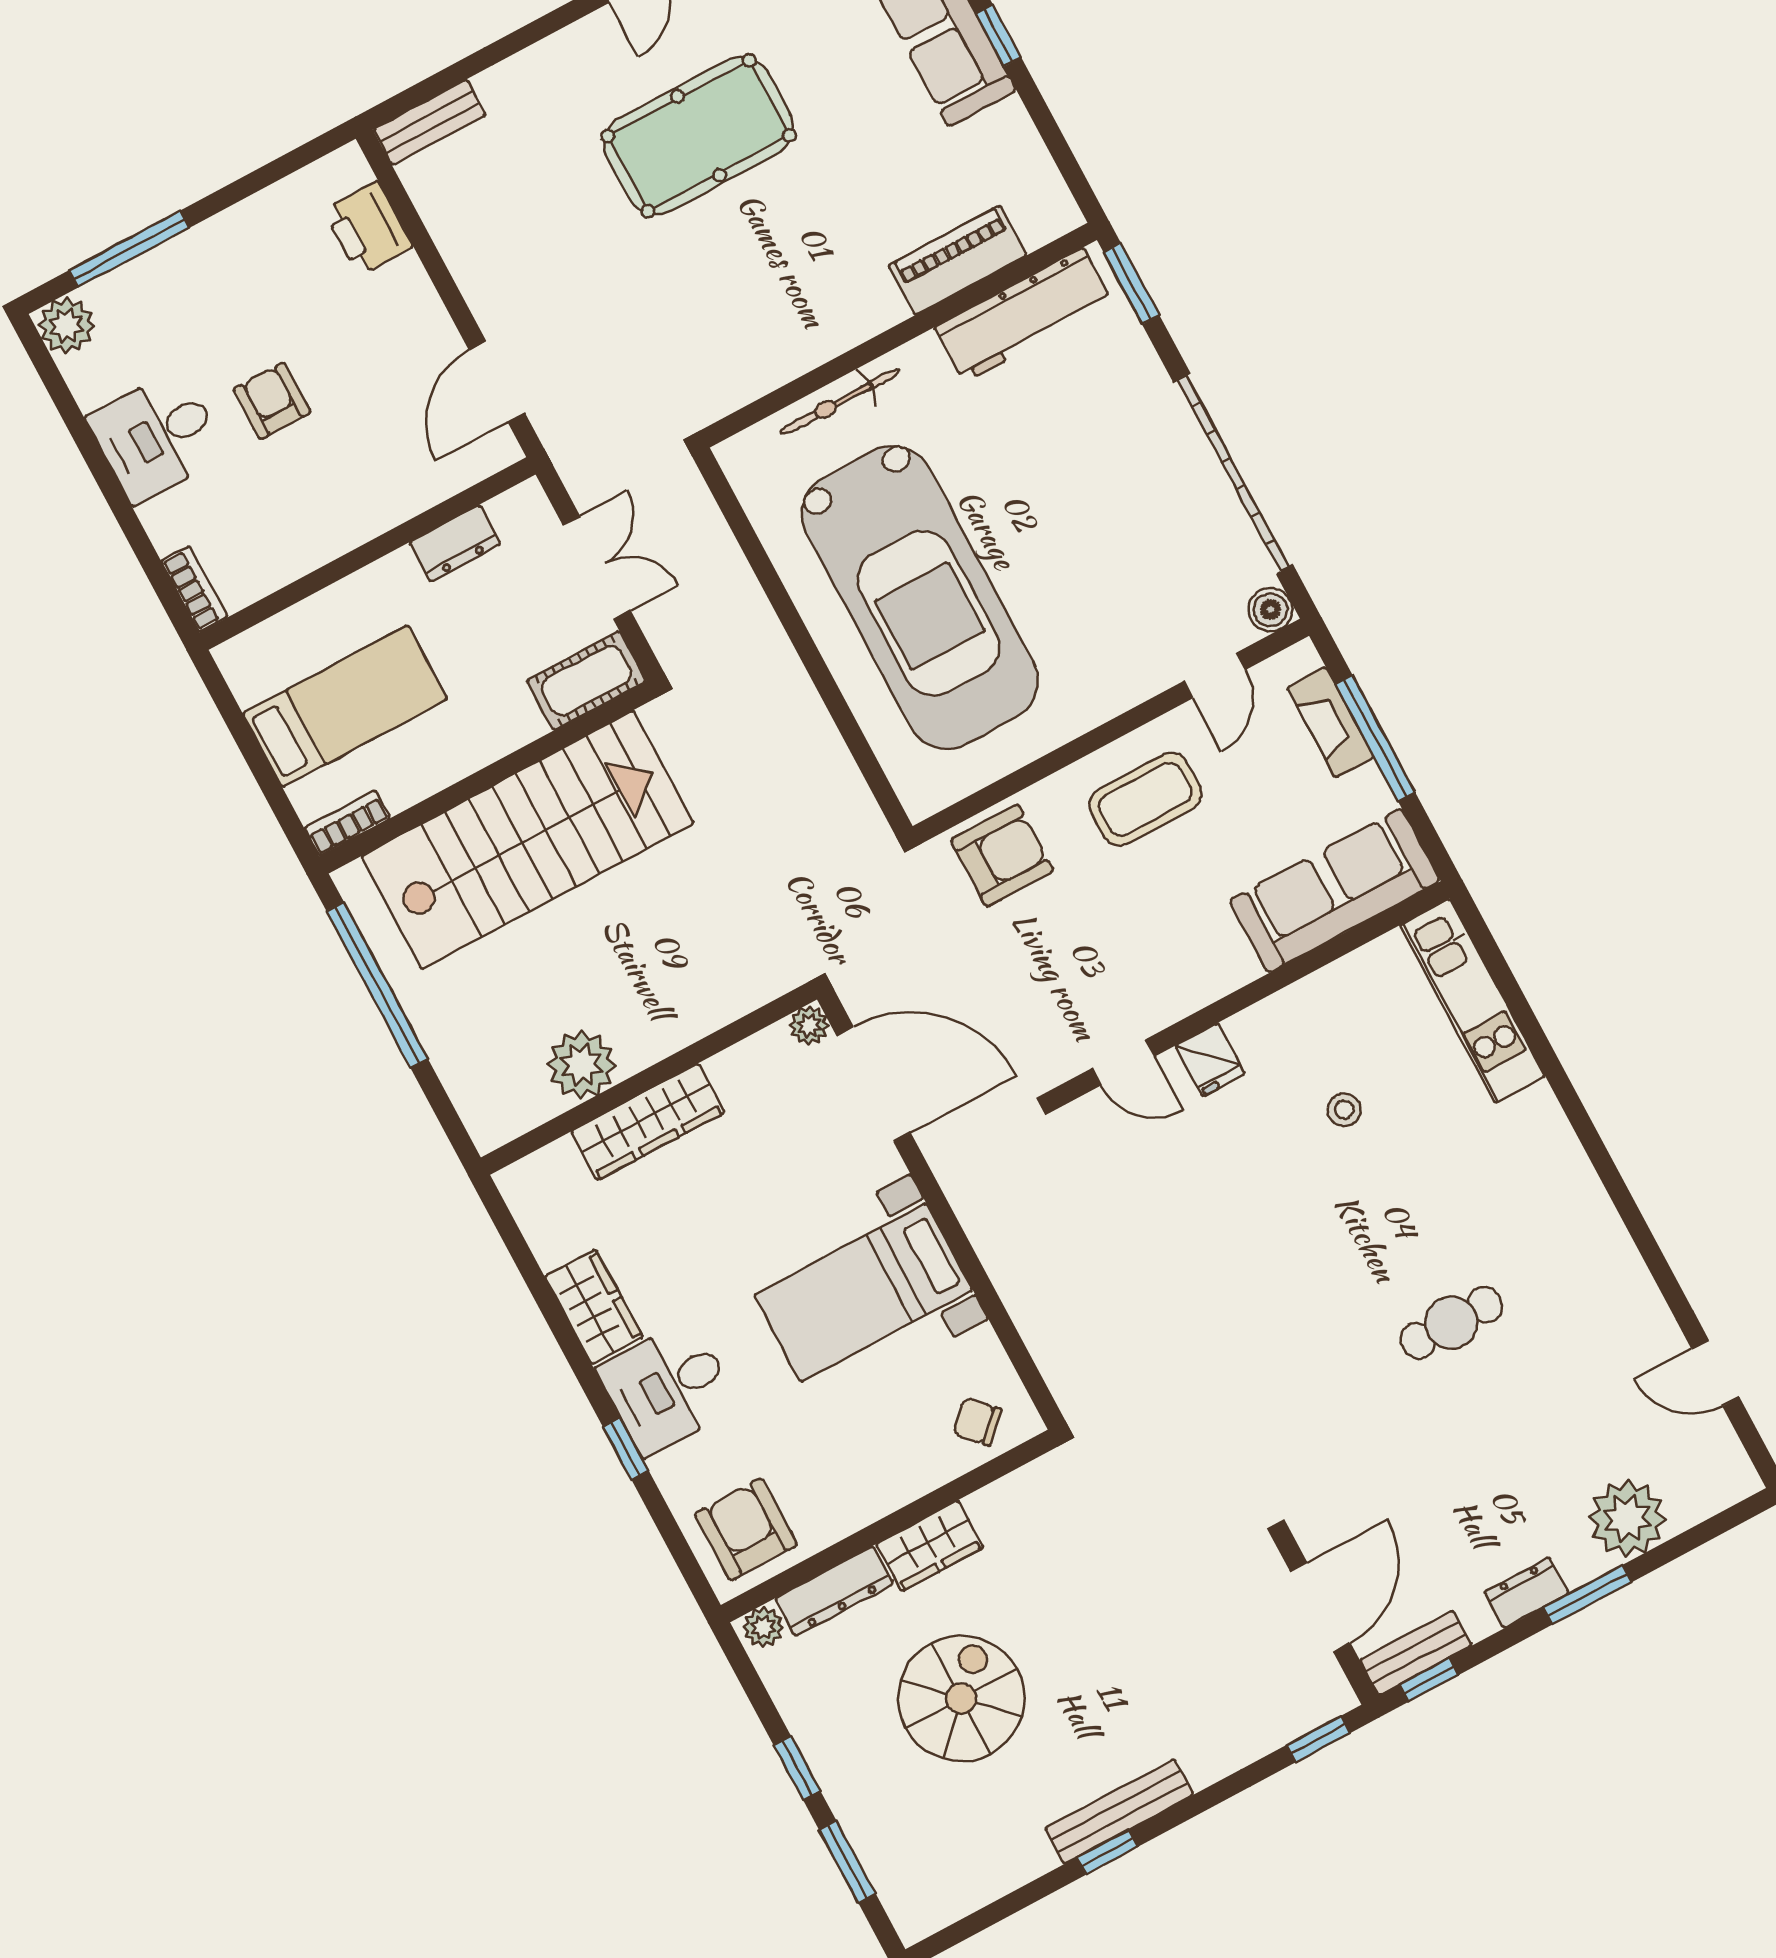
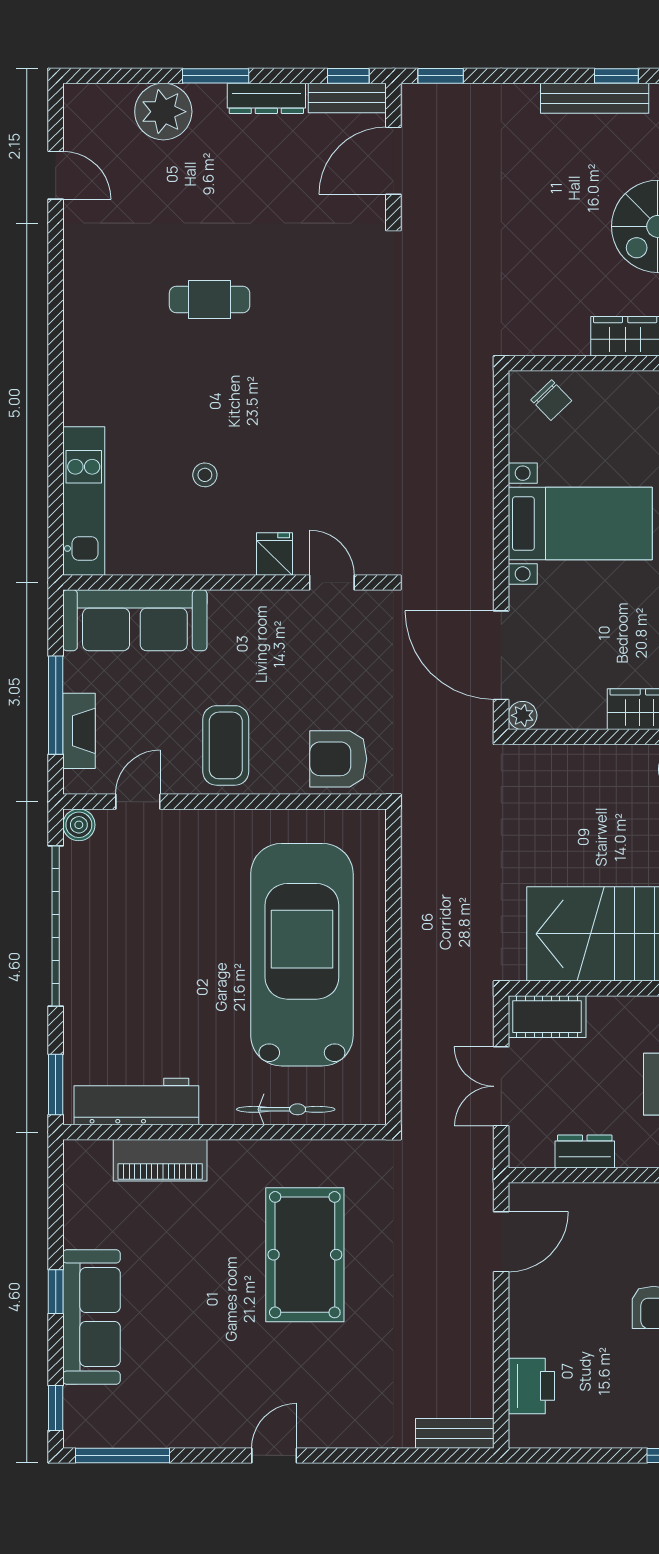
pool table: (699, 136) -> (305, 1255), moved, turned 90
coffee table: (1145, 799) -> (226, 745), turned 90
dresser: (1527, 1593) -> (266, 98), width x1.44

